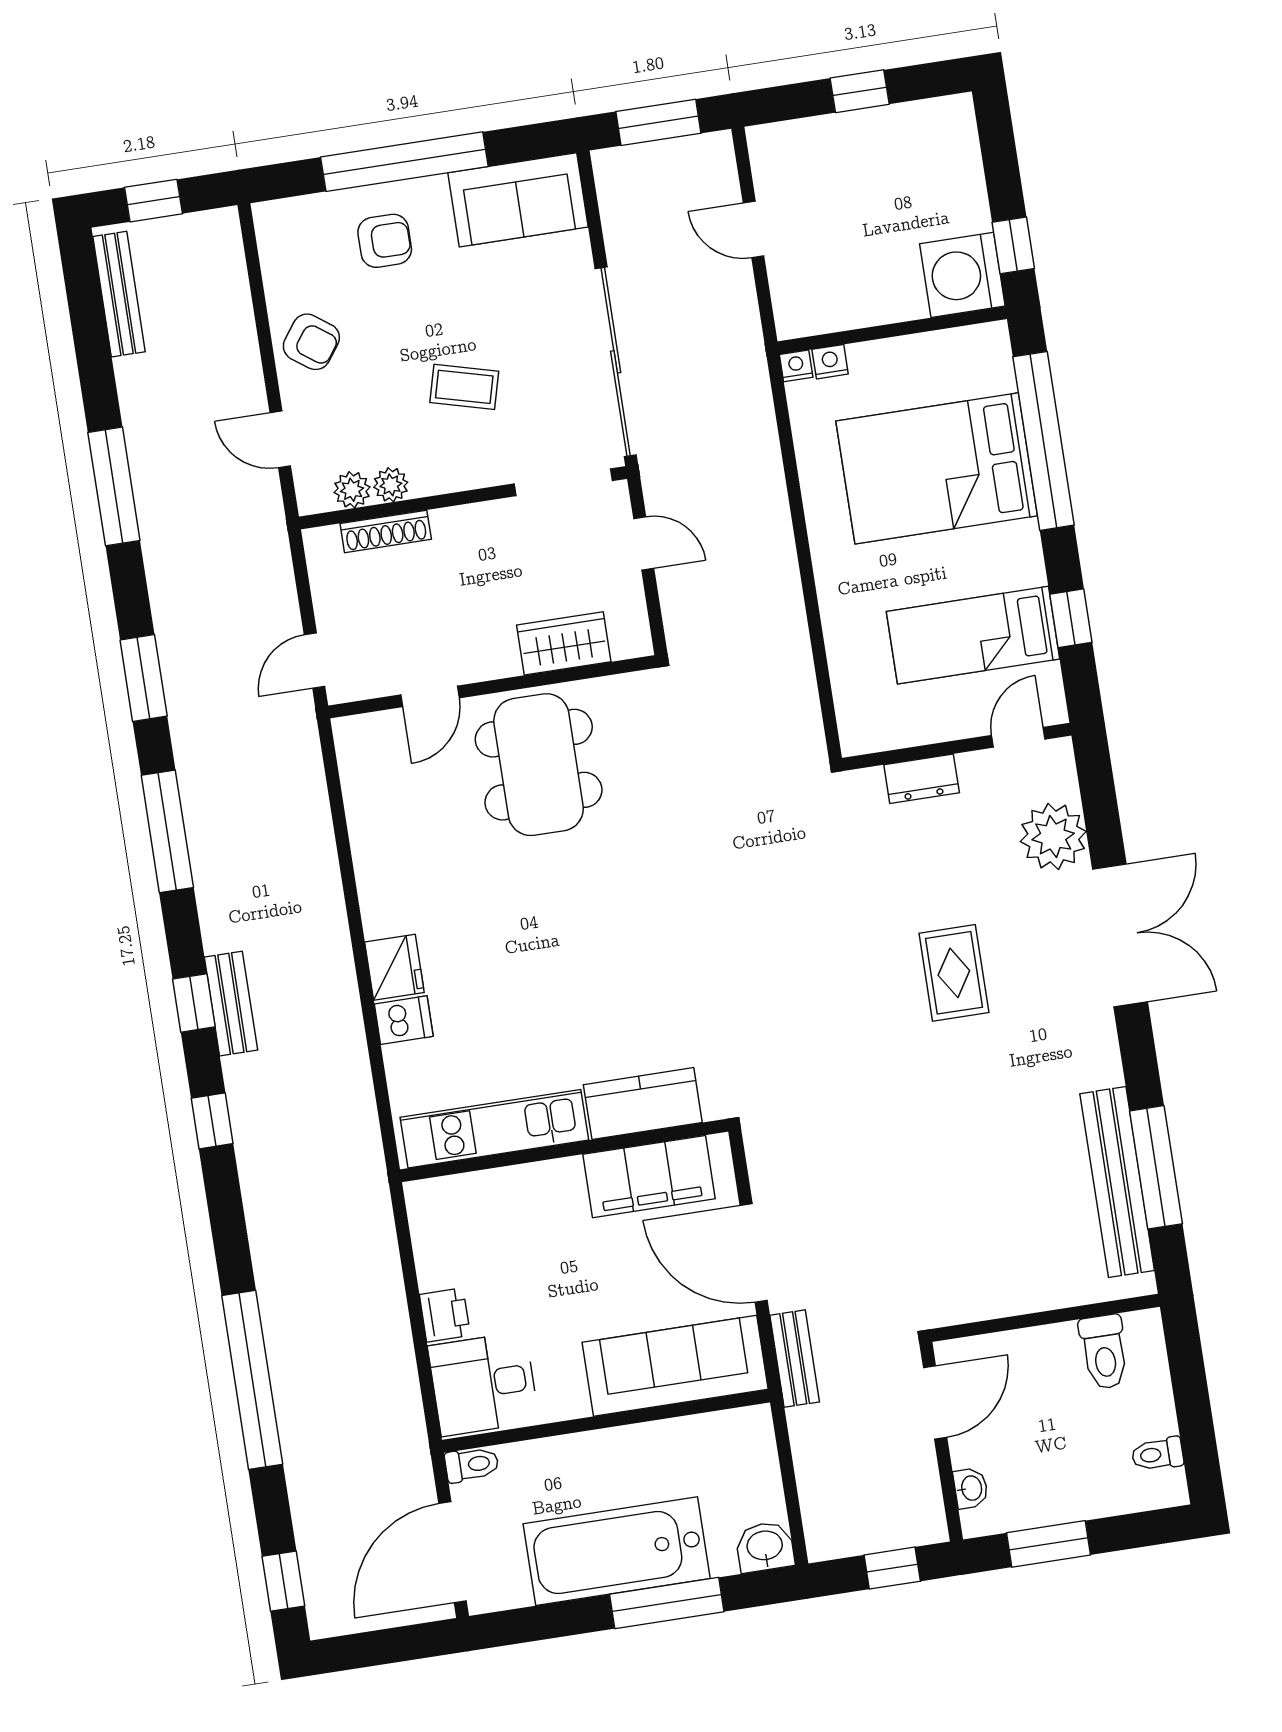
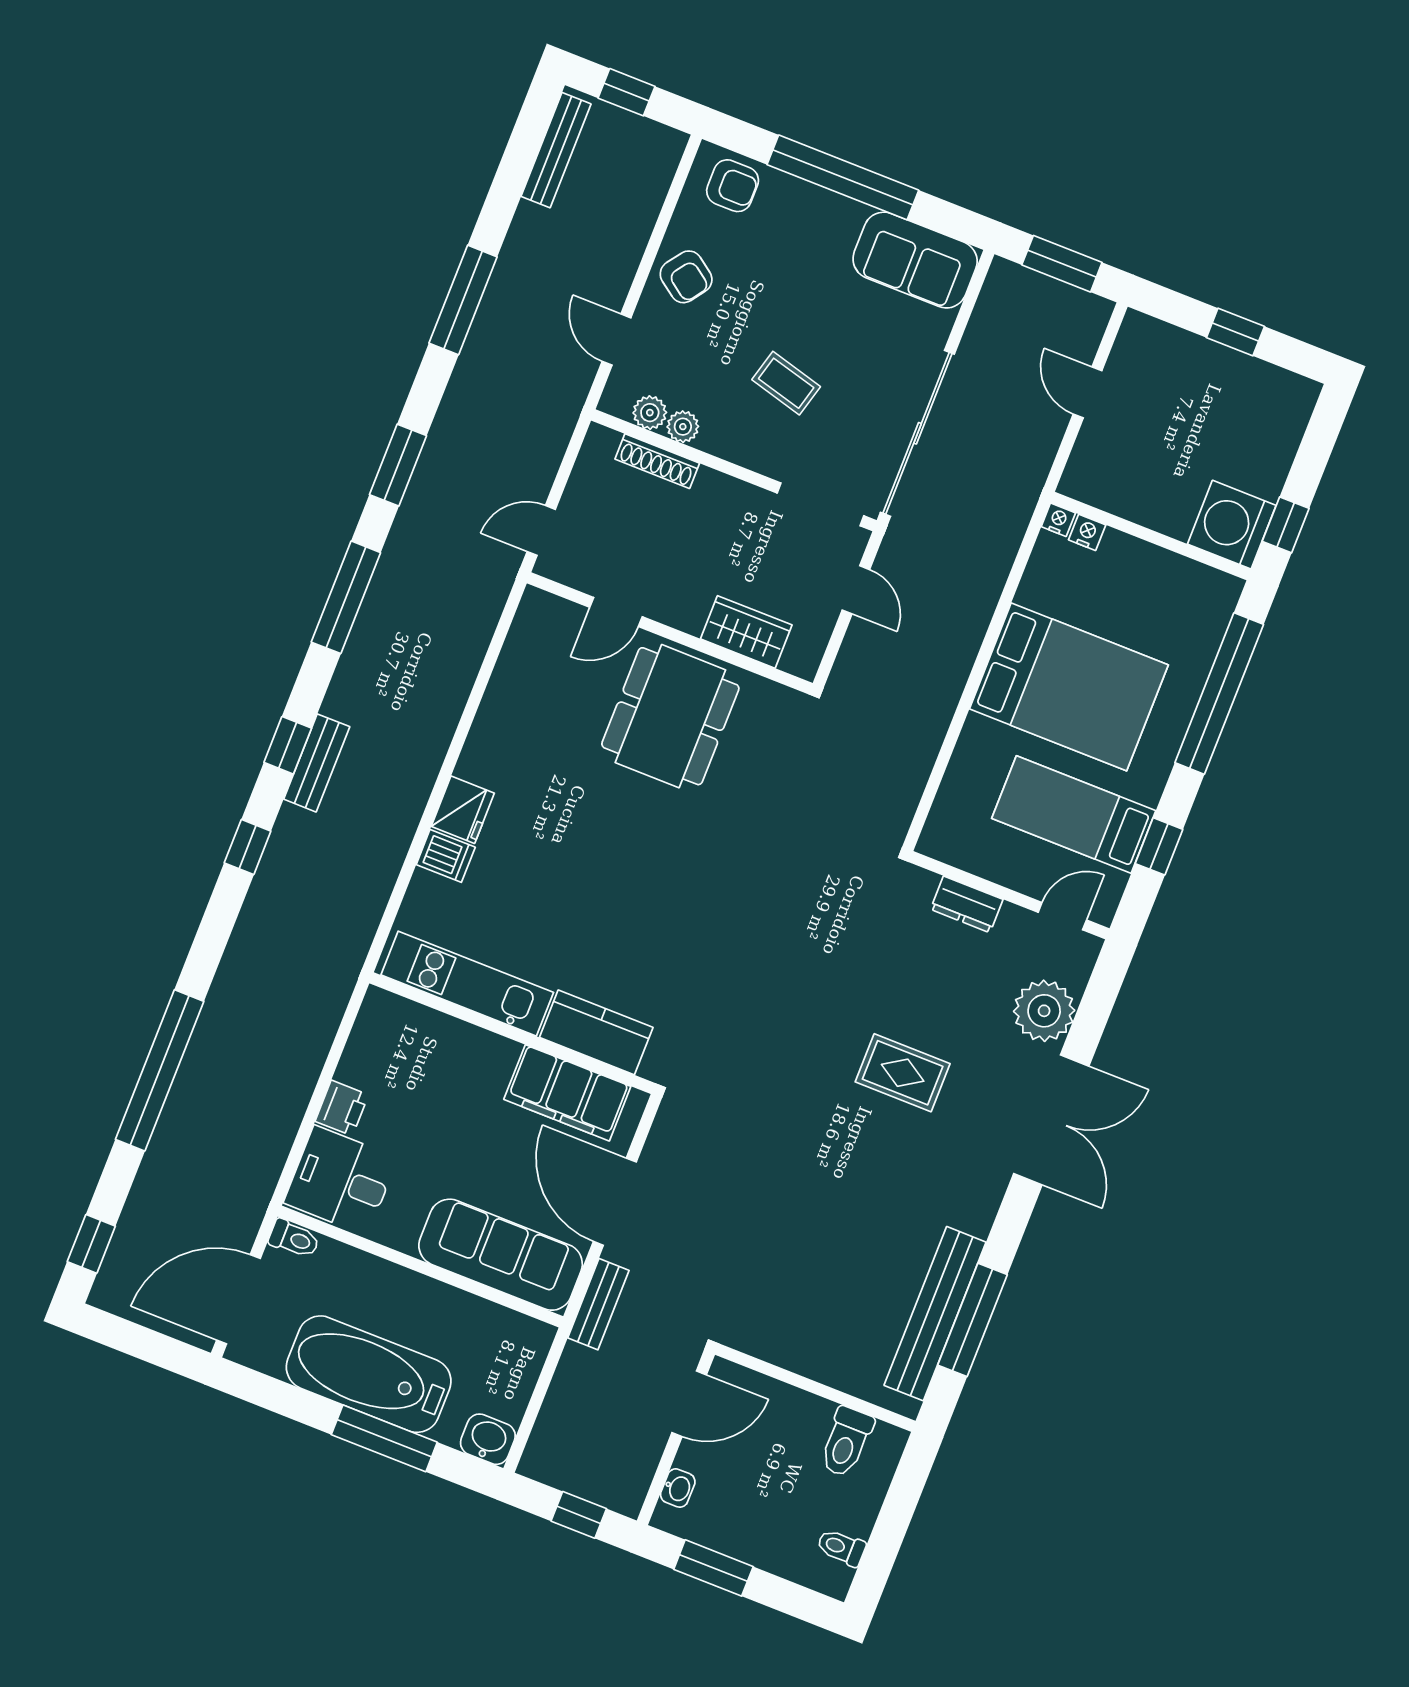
armchair: (385, 241) -> (733, 186), moved
bed: (937, 468) -> (1069, 687), moved, turned 180
rug: (954, 973) -> (903, 1073), turned 90

